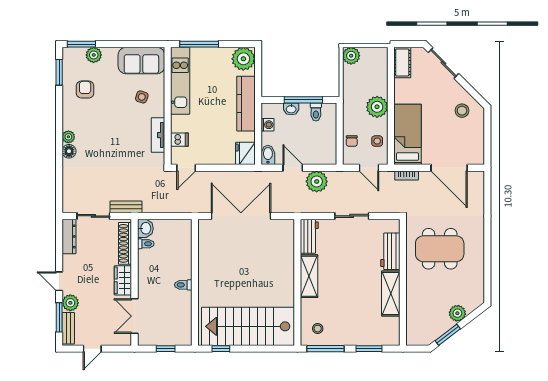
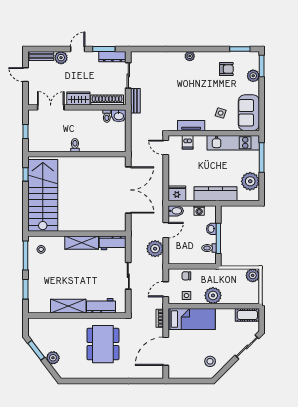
plant: (243, 59) -> (250, 181), moved
floor lamp: (69, 151) -> (179, 57), removed
window: (59, 317) -> (104, 49), moved

